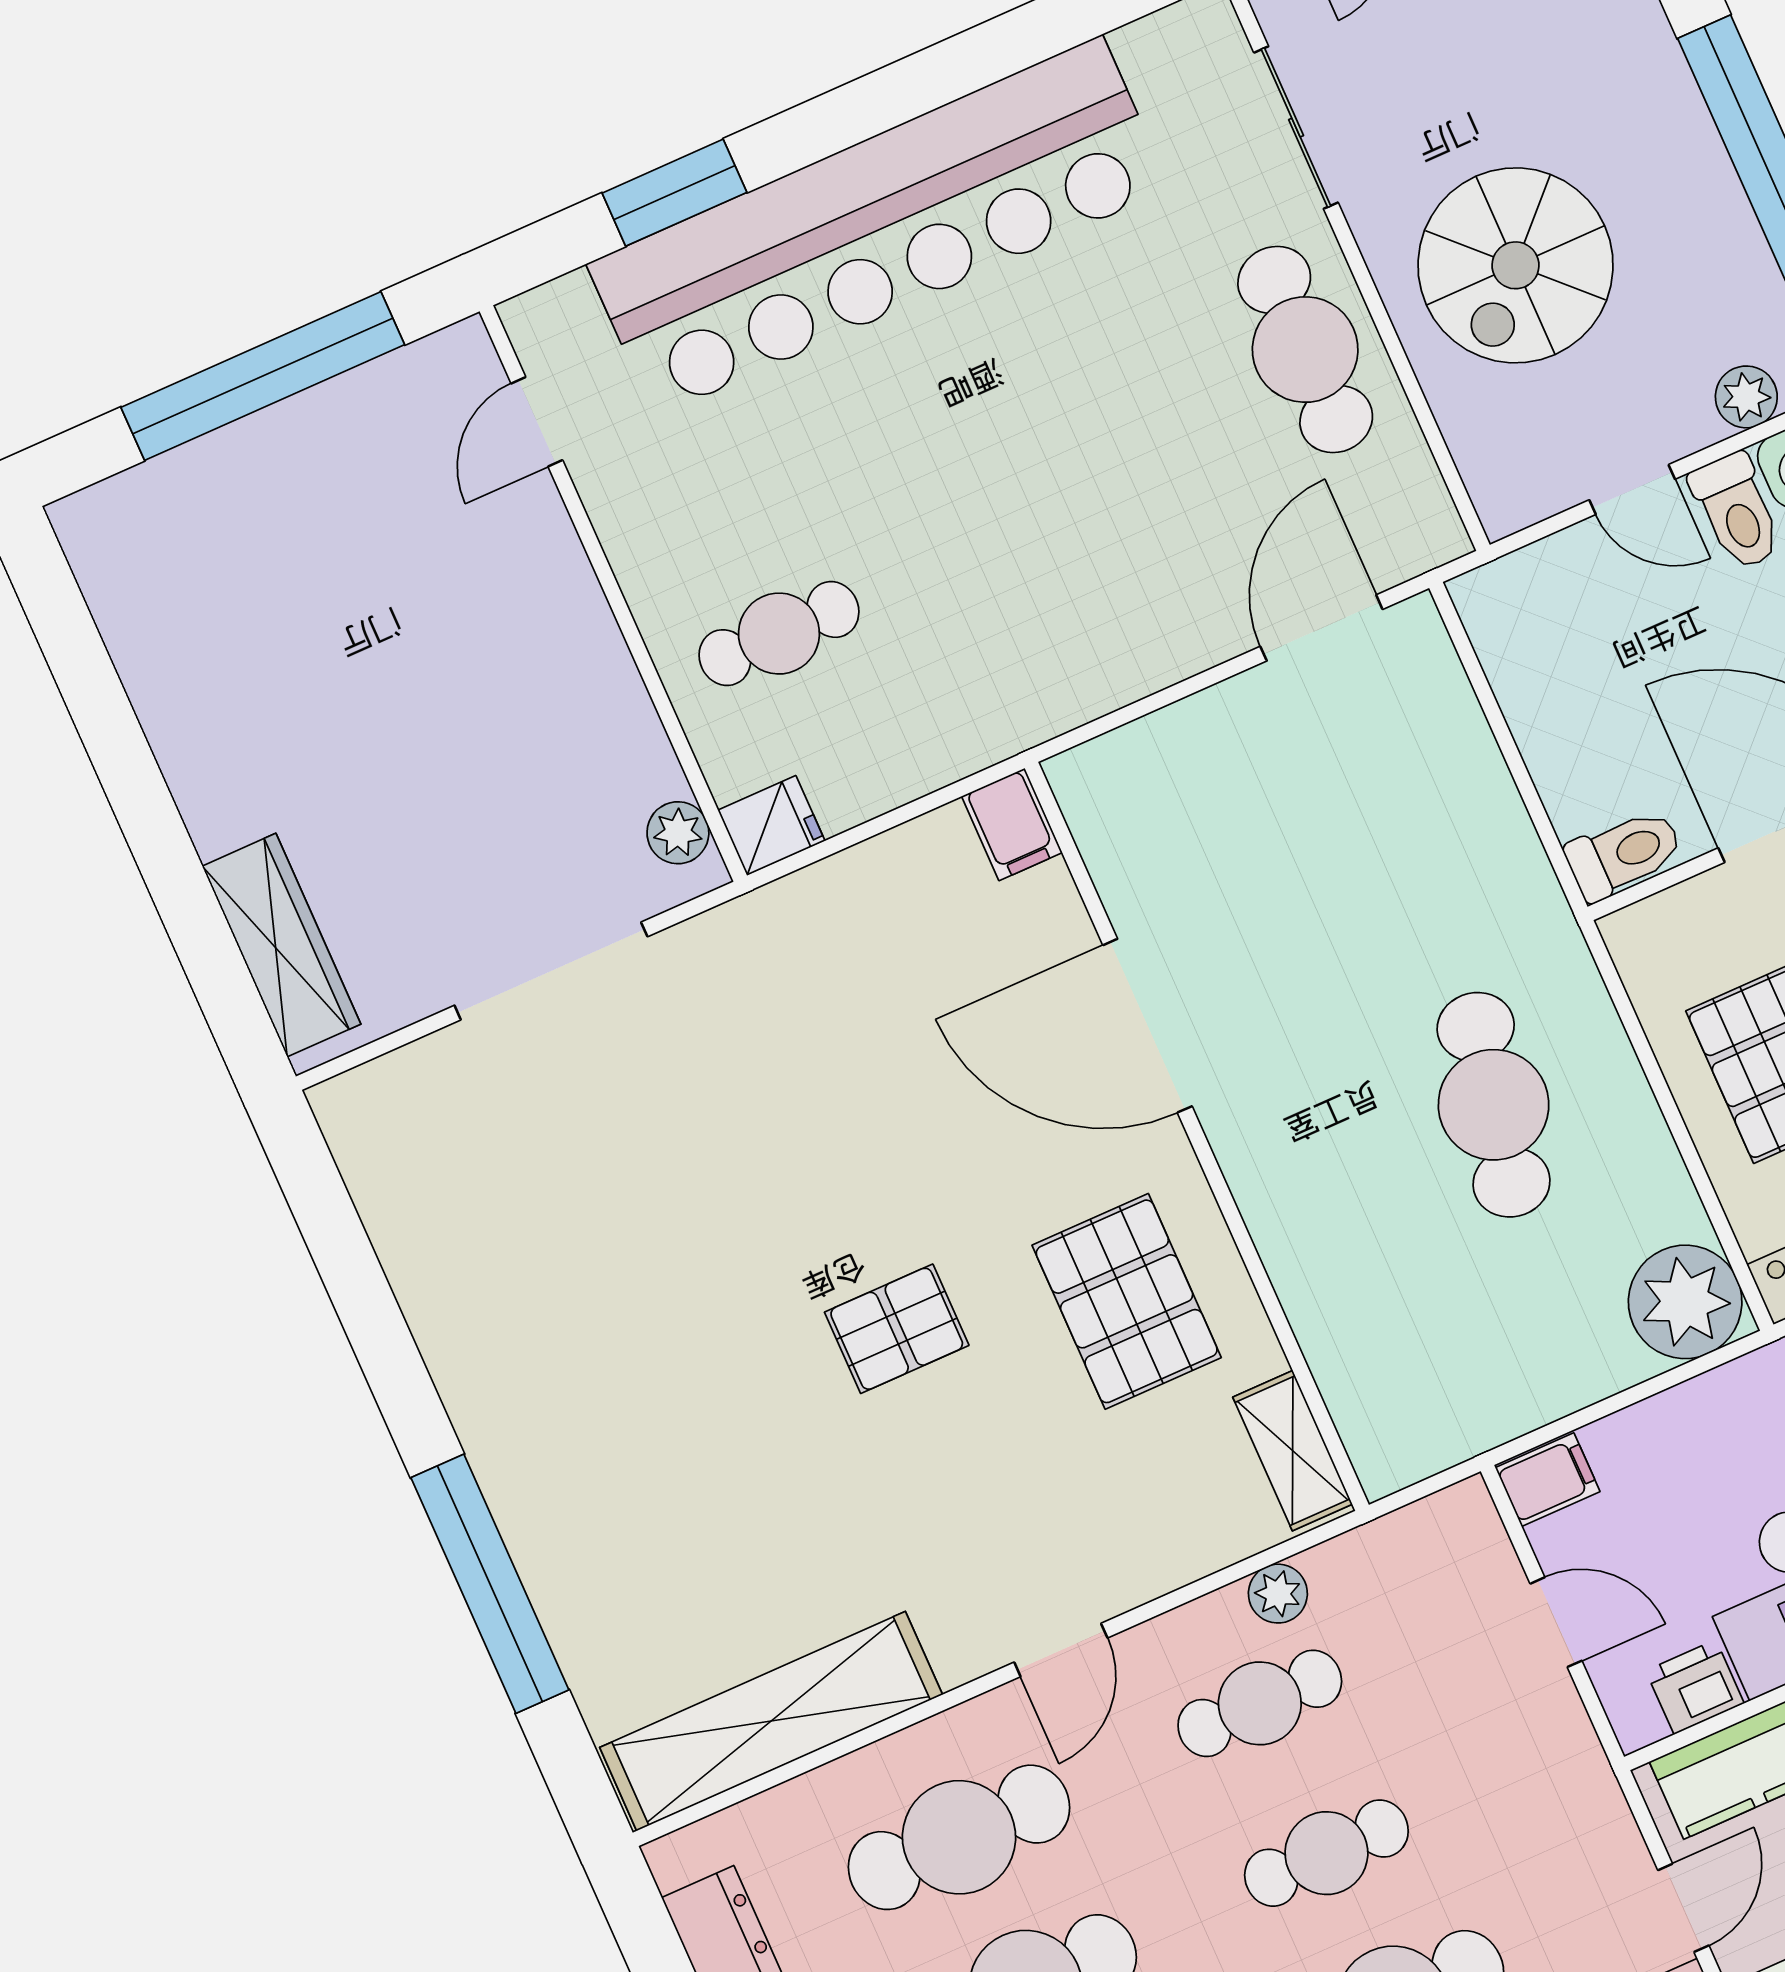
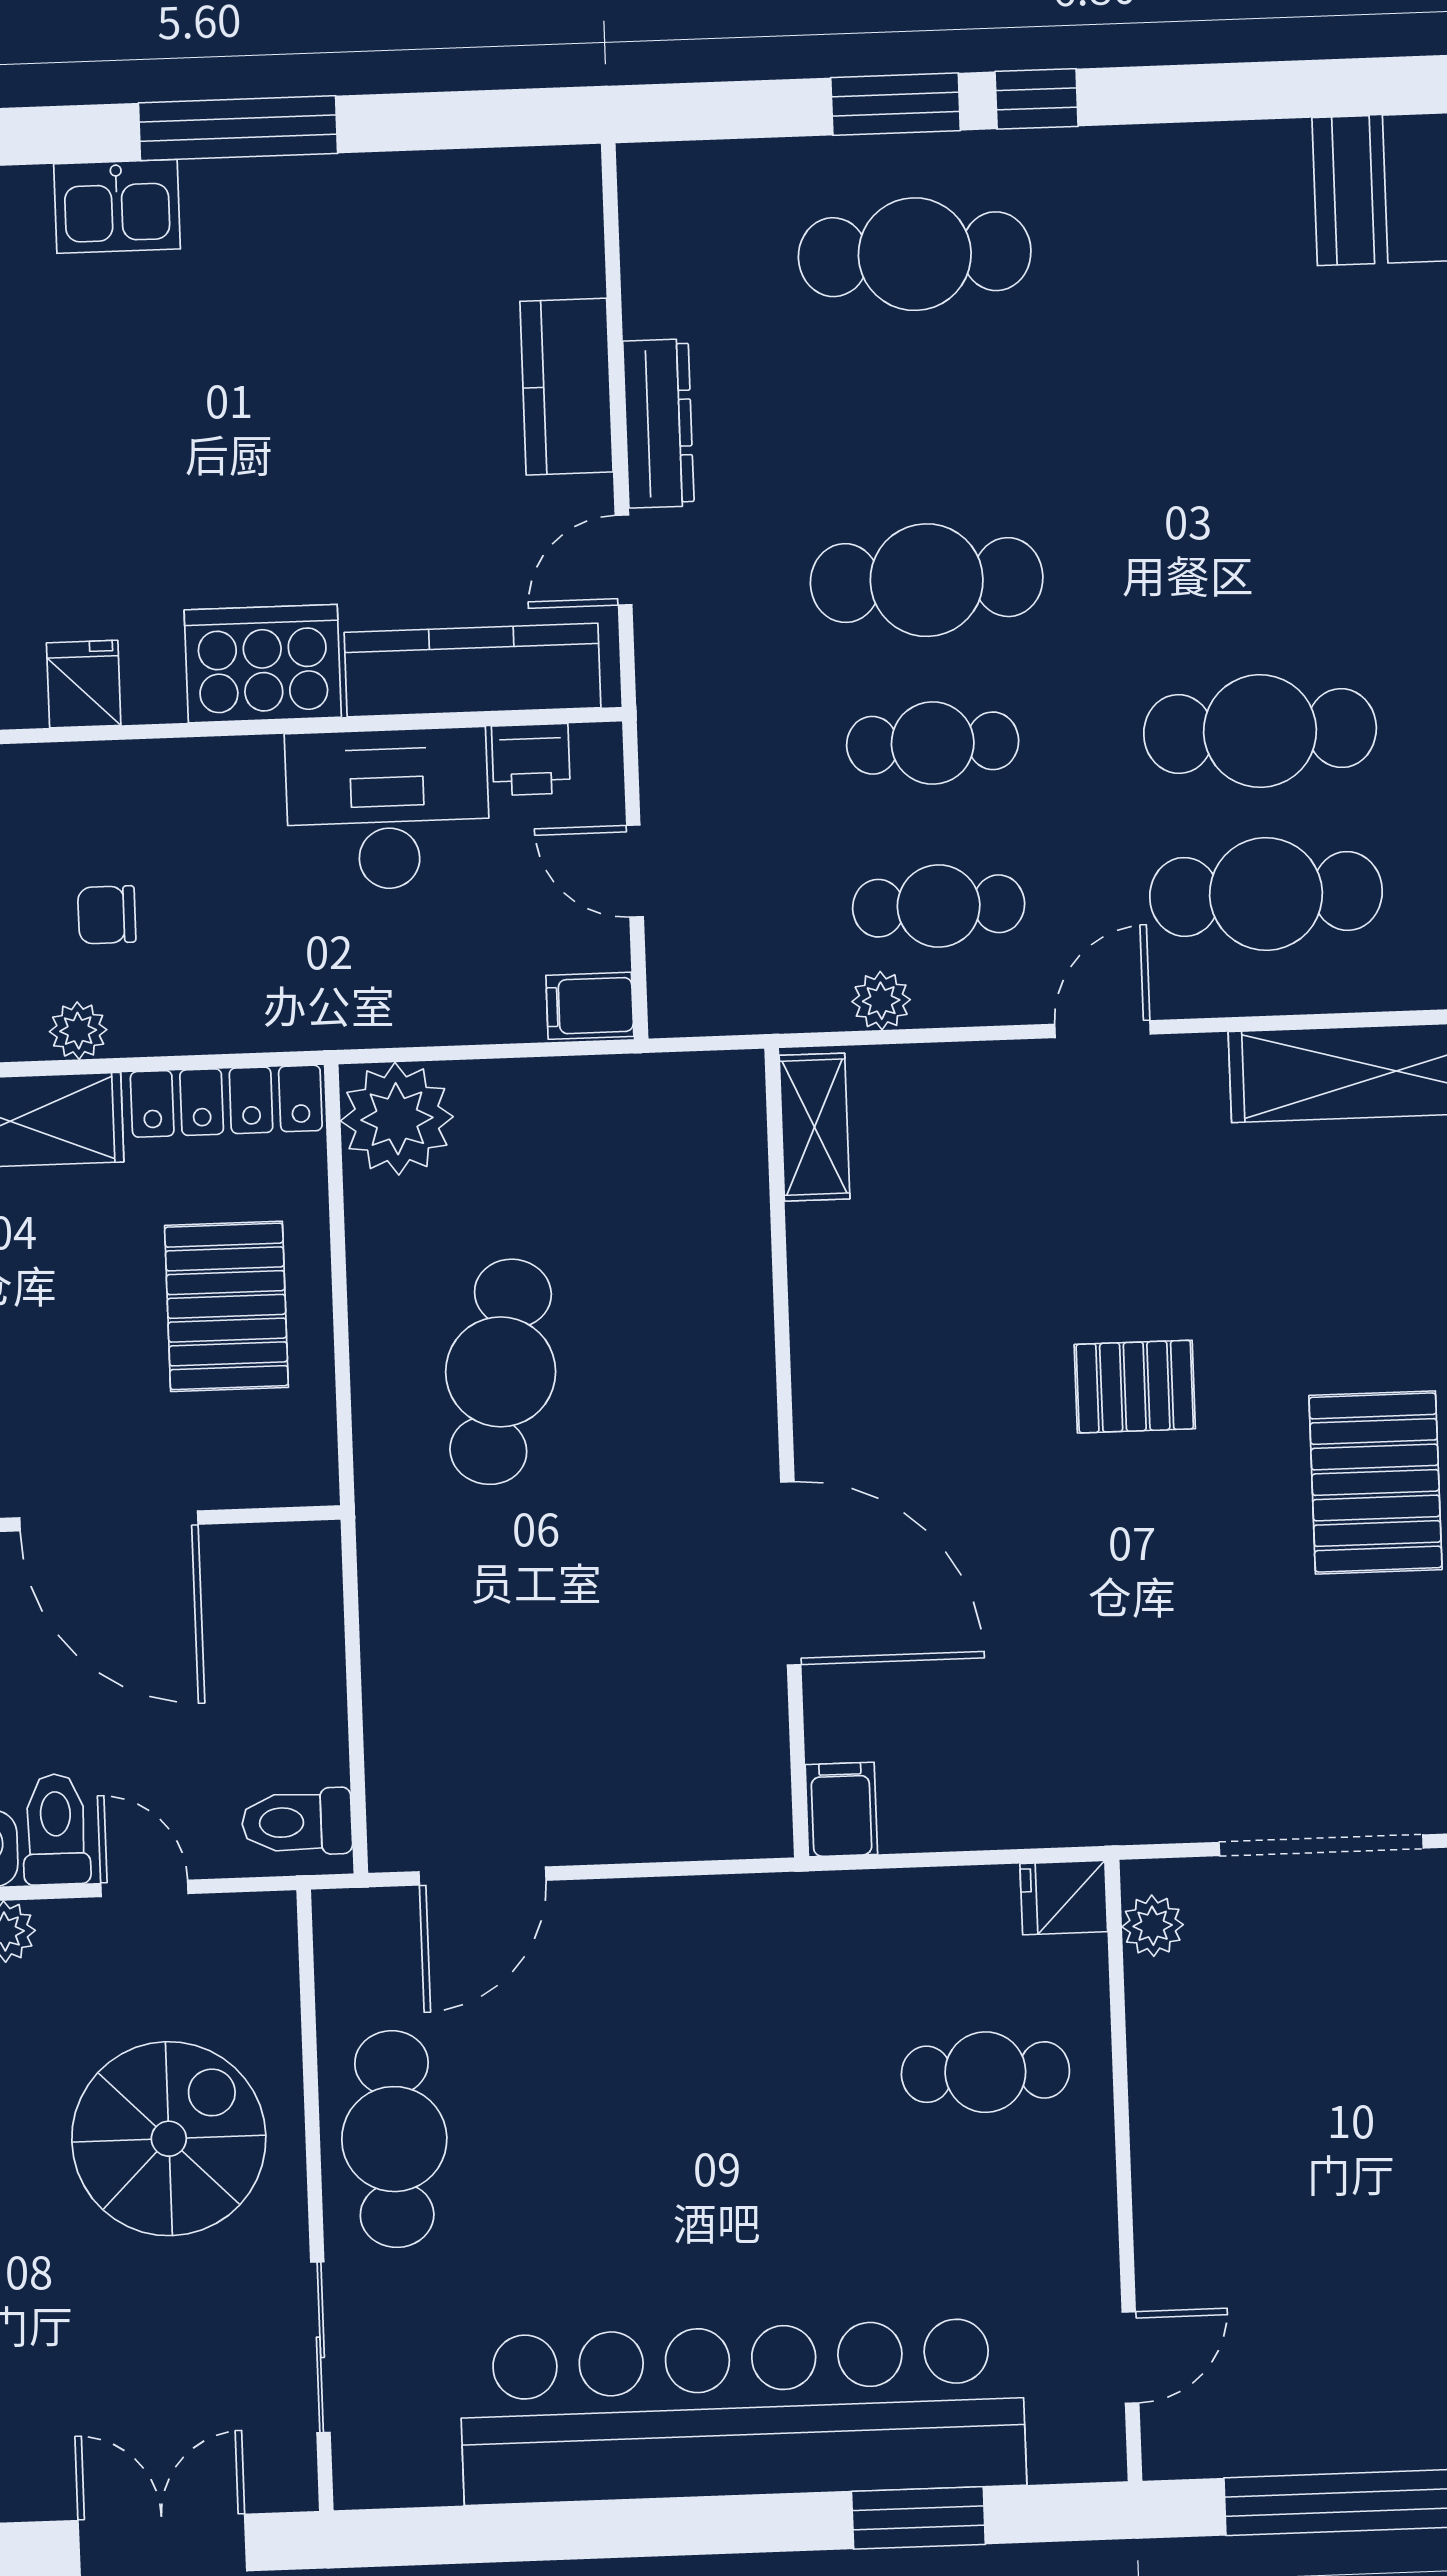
toilet: (1624, 854) -> (297, 1822), moved
pallet: (1127, 1301) -> (1375, 1482), moved

